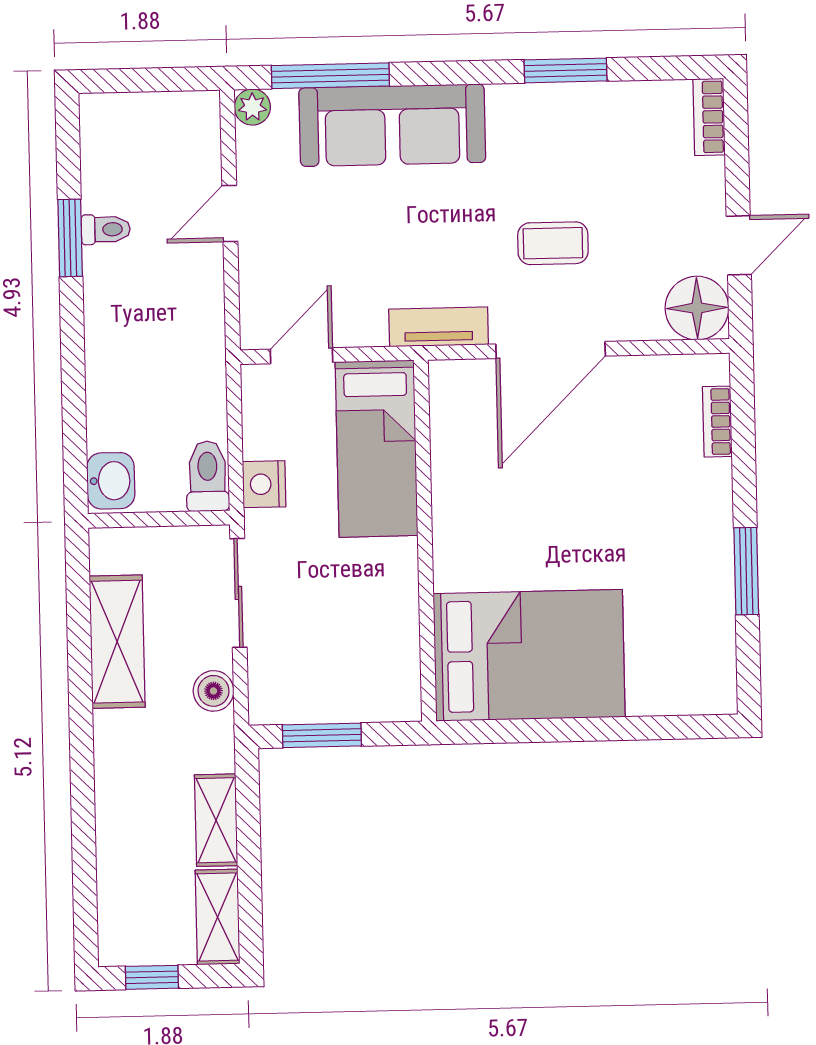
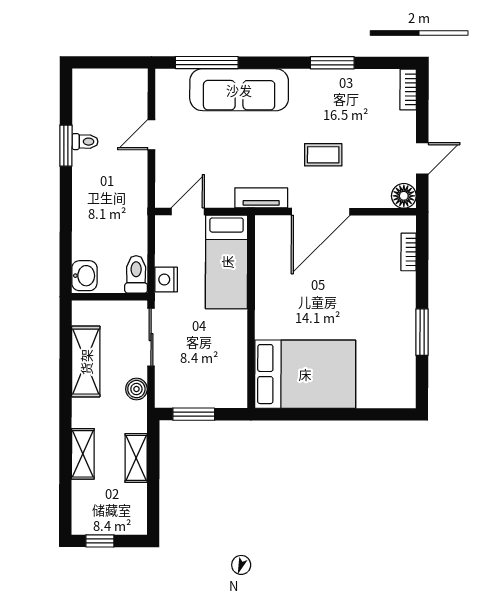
plant: (252, 107) -> (165, 78), removed
floor lamp: (697, 308) -> (404, 196), width x0.73, depth x0.73
shelving: (218, 917) -> (83, 454), moved

